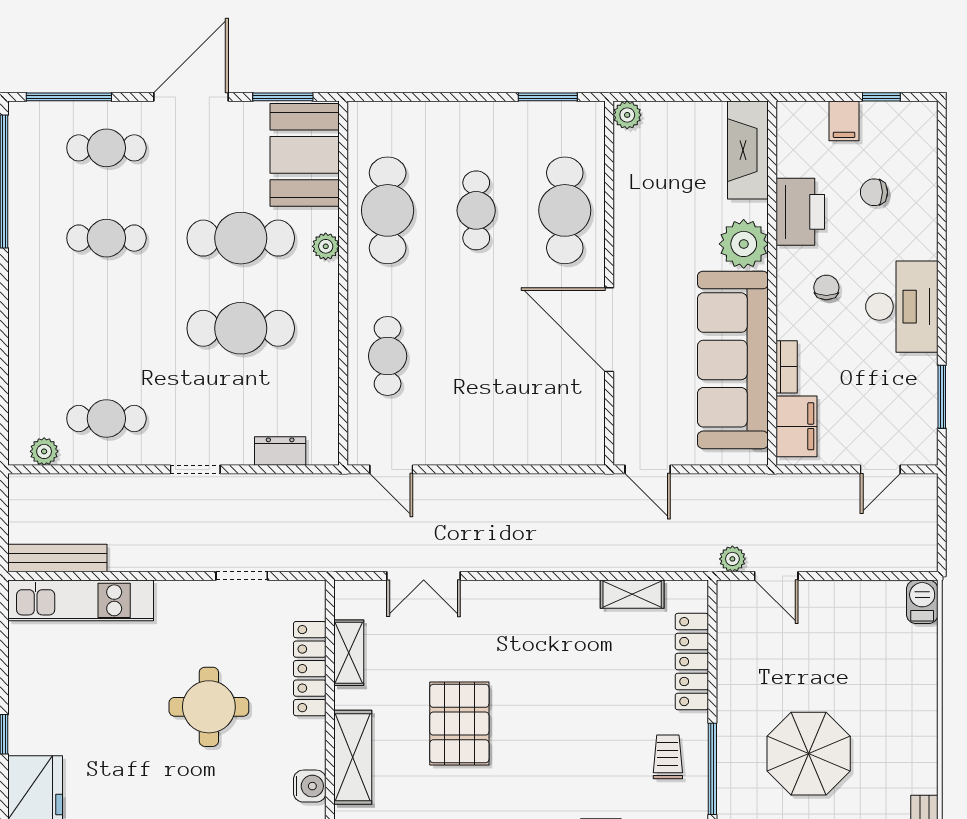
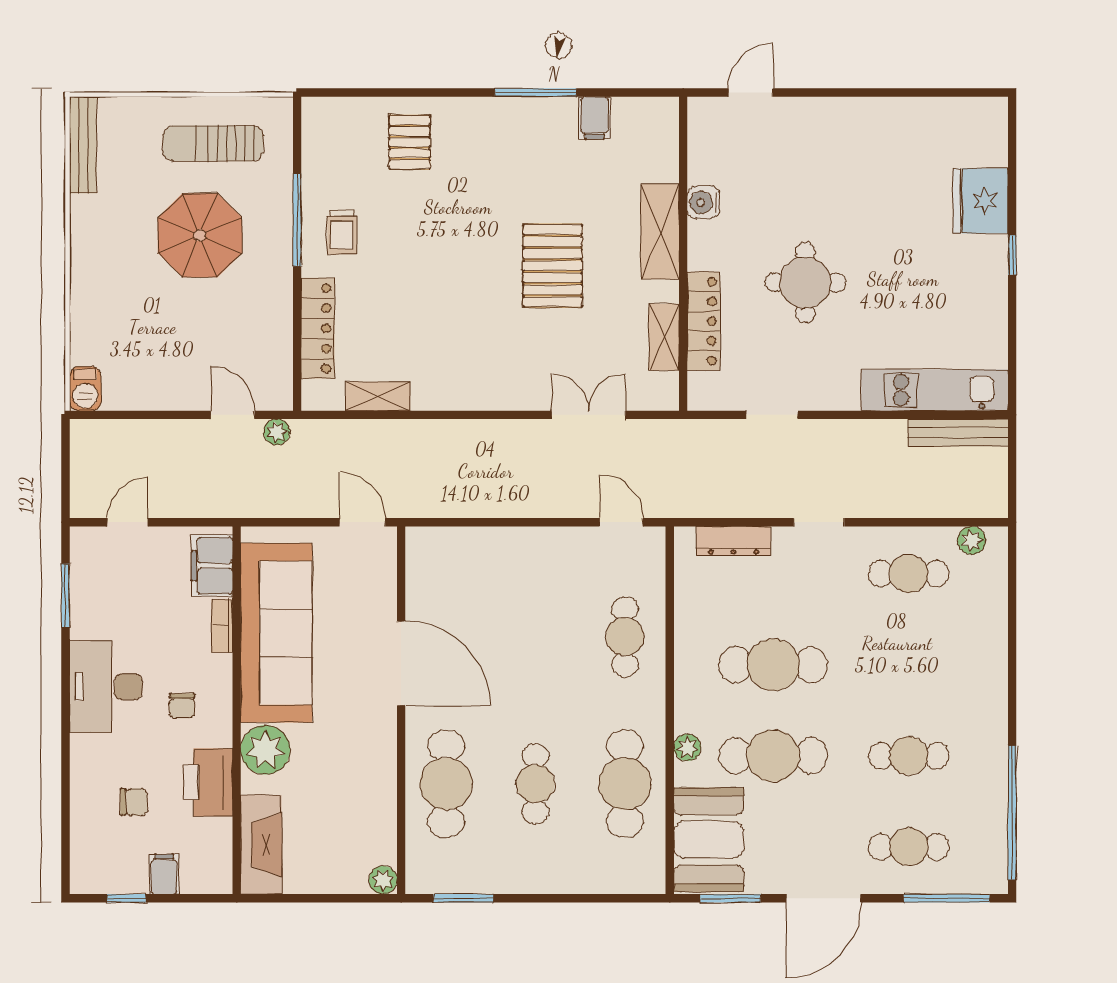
dresser: (280, 451) -> (733, 541), width x1.44

